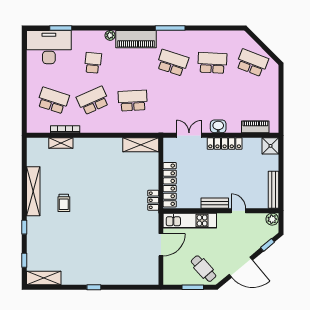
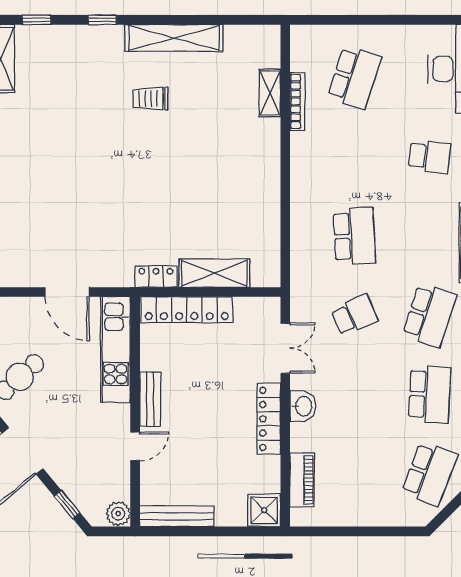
school desk: (93, 101) -> (354, 315), moved, width x0.54
shelving: (141, 145) -> (214, 273), moved, turned 90

